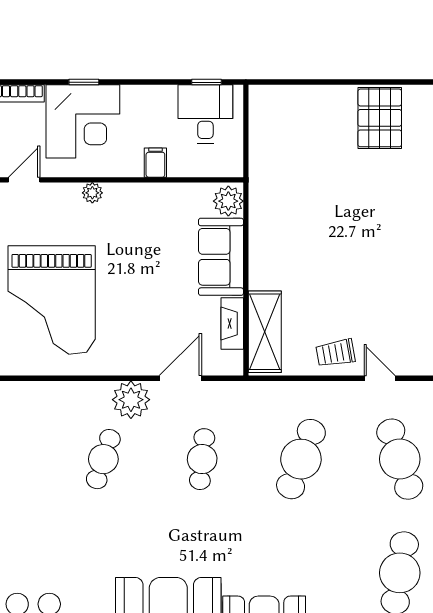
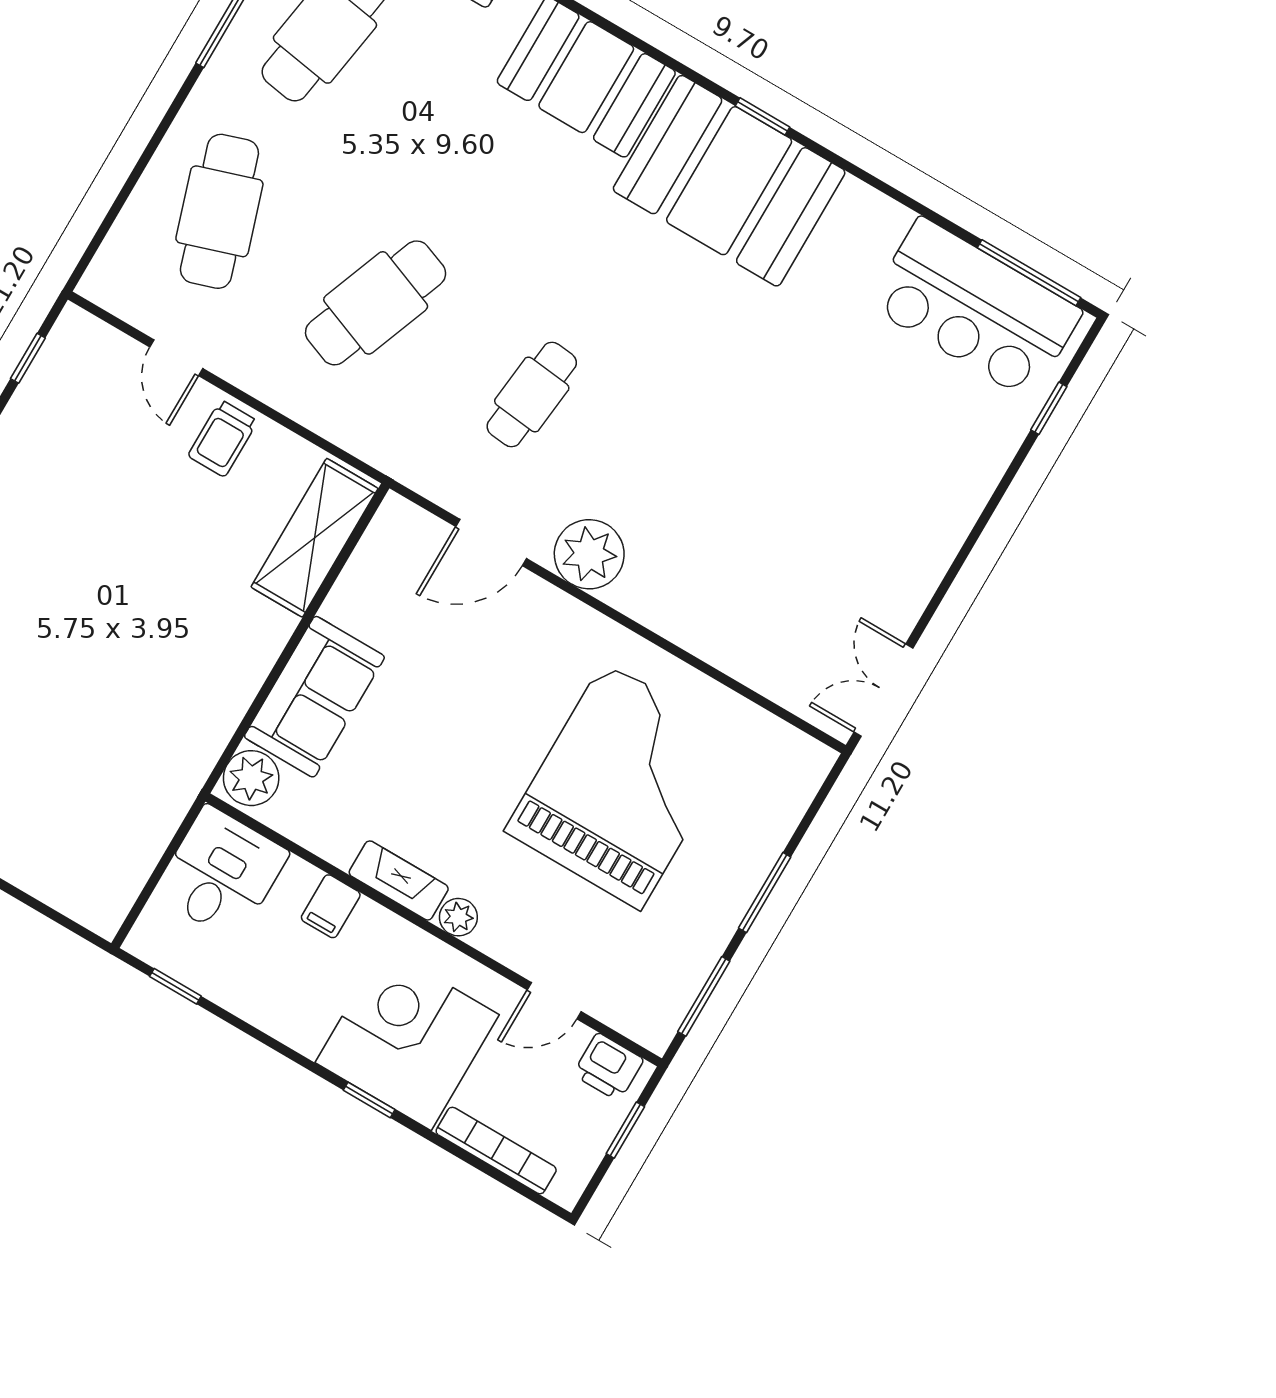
desk: (205, 114) -> (221, 873), moved, turned 180
fireplace: (232, 323) -> (399, 880), moved, turned -90
trolley: (336, 353) -> (223, 438), turned 100
cafe table: (103, 459) -> (688, 486), removed

